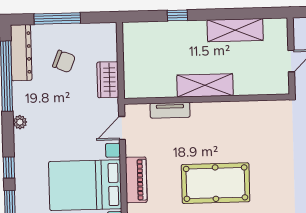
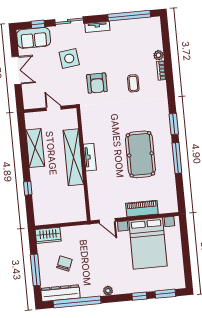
wardrobe: (108, 80) -> (48, 235), moved
shelving: (205, 85) -> (73, 157), width x1.47
tv unit: (170, 110) -> (90, 157), moved

